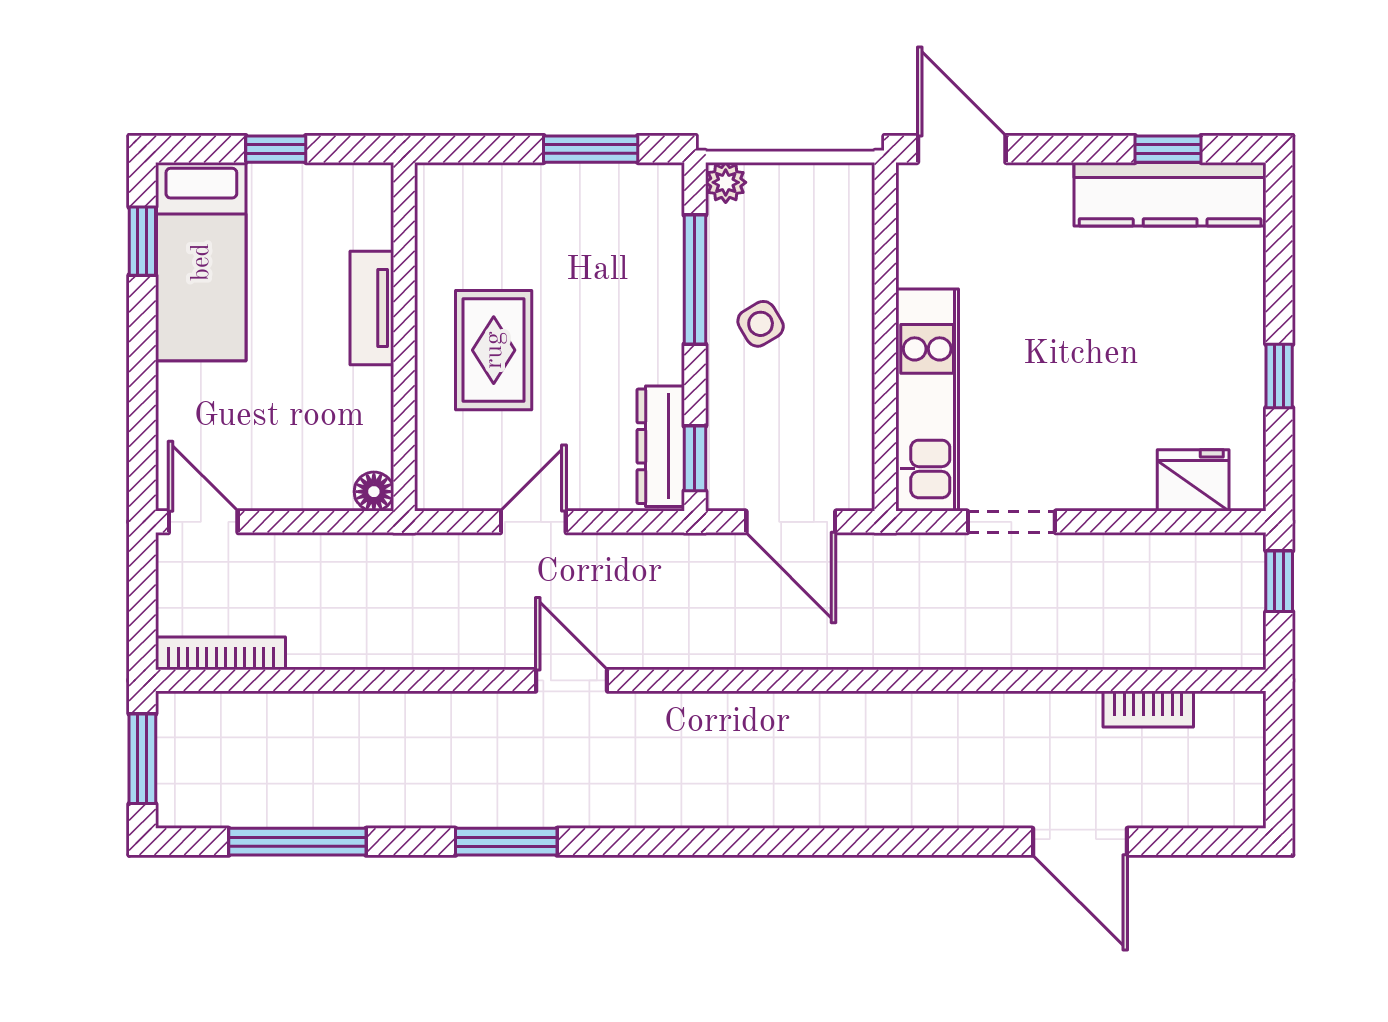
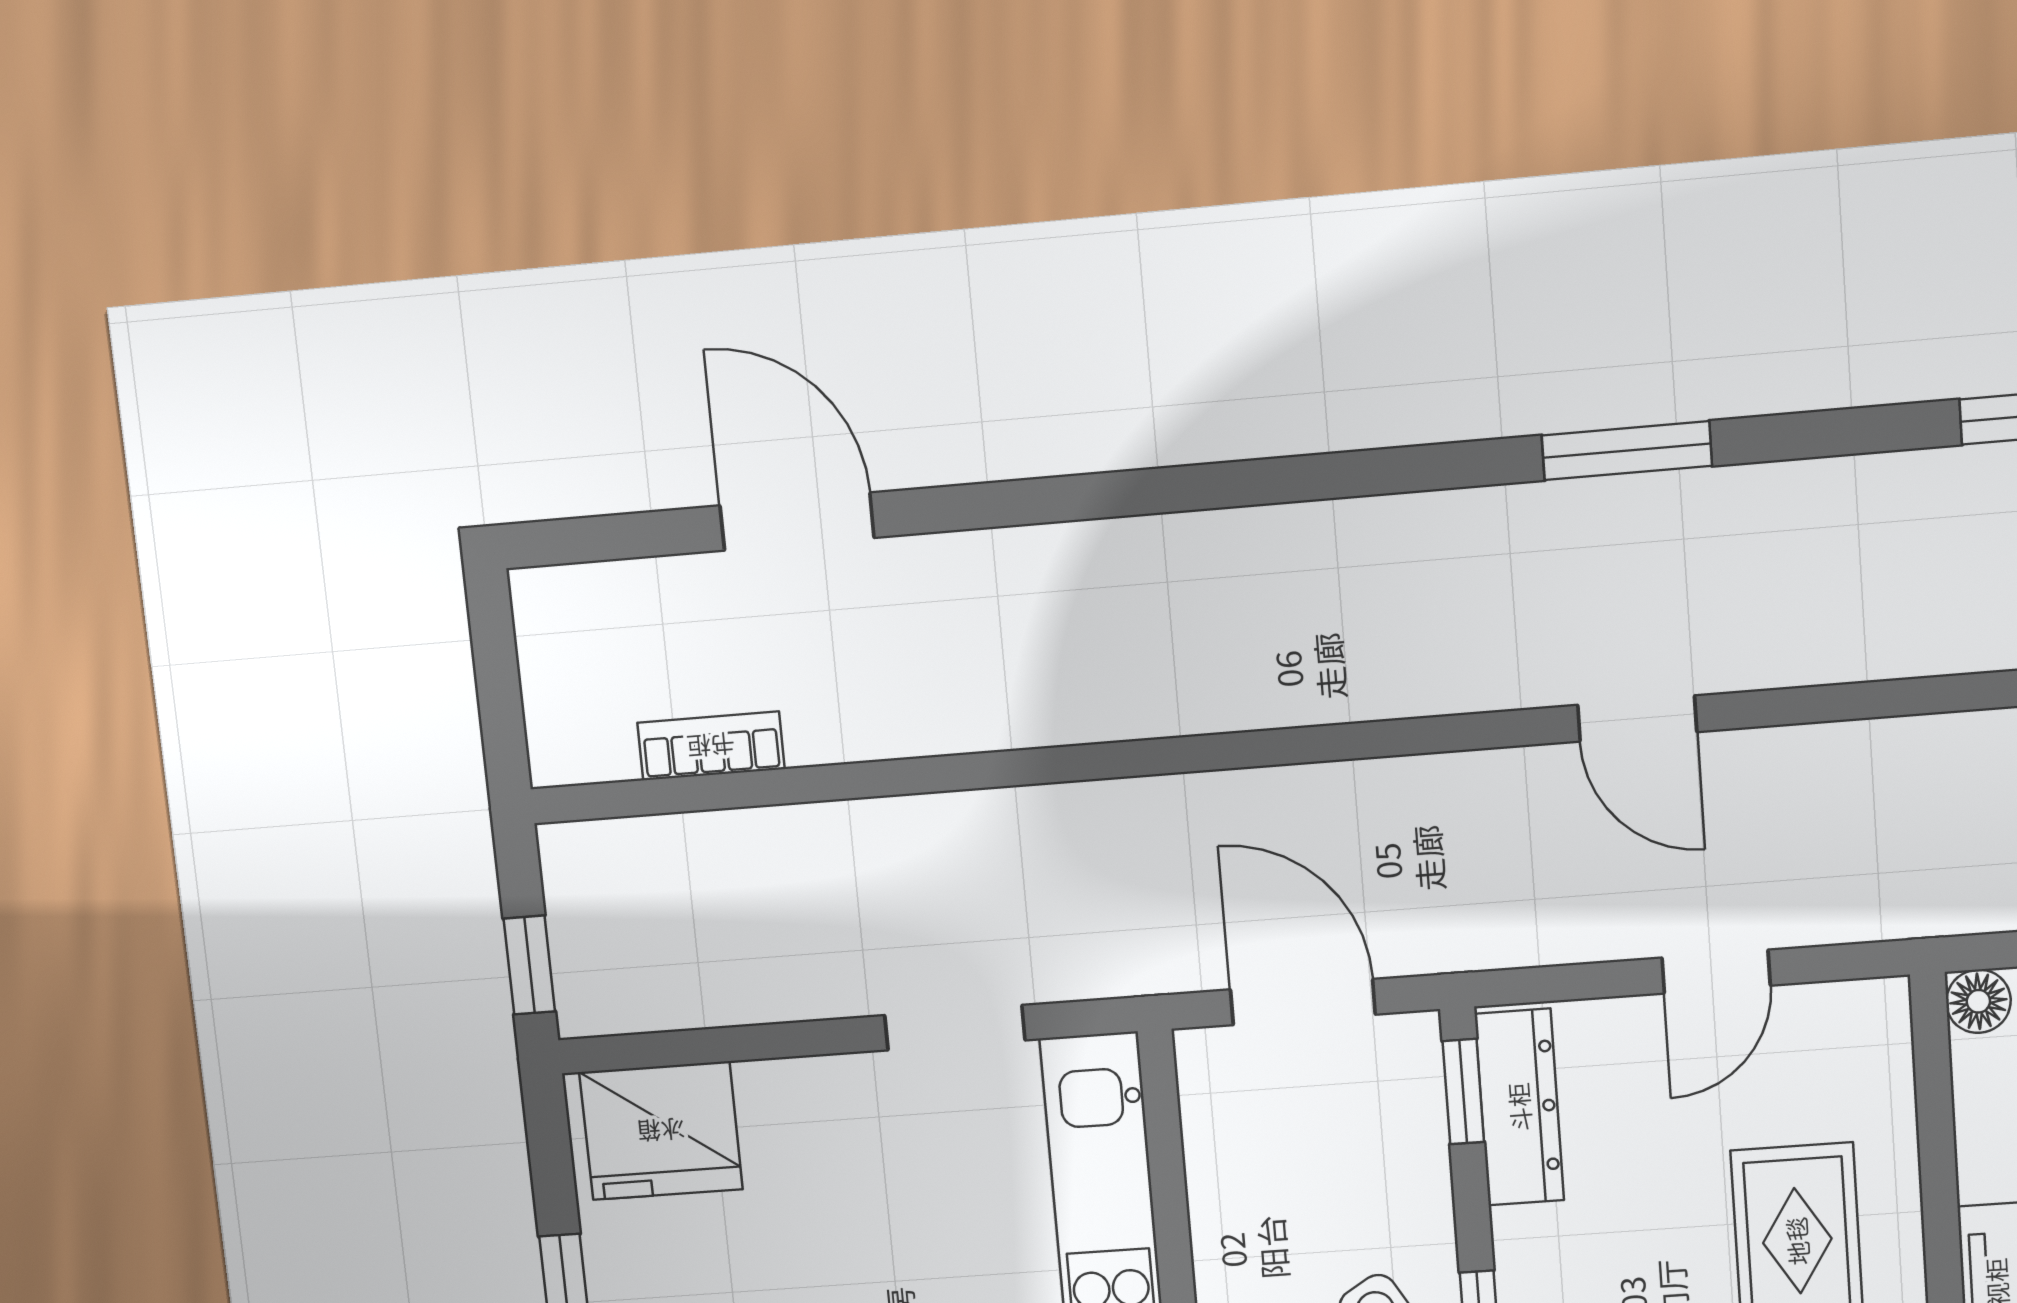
fridge: (1193, 480) -> (661, 1131), width x1.36, depth x1.34
window: (506, 842) -> (1627, 451), moved

